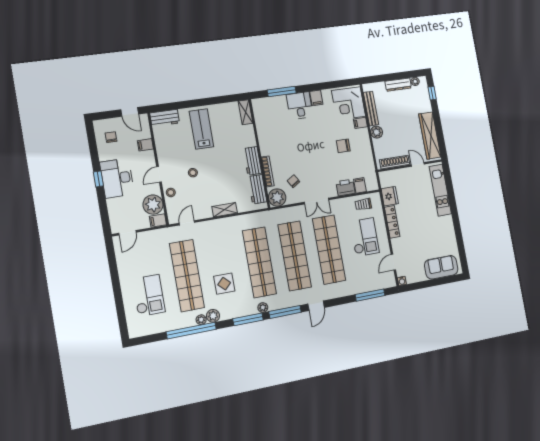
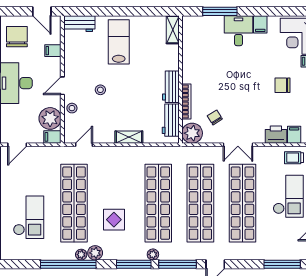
chair: (111, 137) -> (17, 37), width x1.87, depth x1.87

